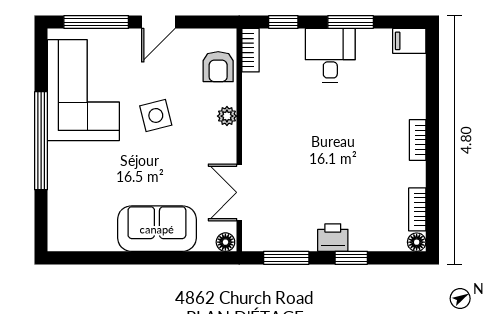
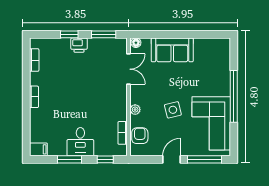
bookcase: (251, 50) -> (123, 133), moved
floor lamp: (417, 242) -> (35, 43), removed

